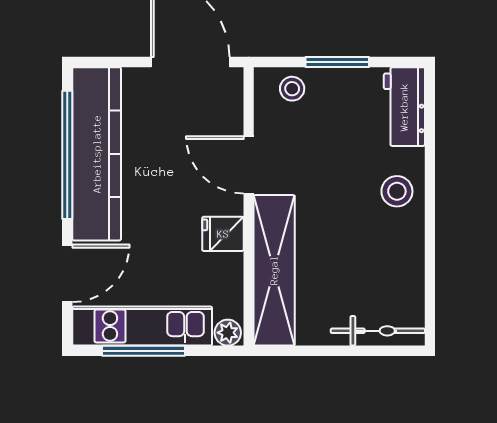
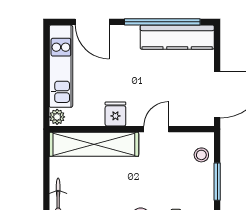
kitchen counter: (97, 154) -> (177, 37), width x0.72, depth x0.86
door: (249, 165) -> (156, 129), width x0.73
window: (143, 351) -> (46, 67), removed

